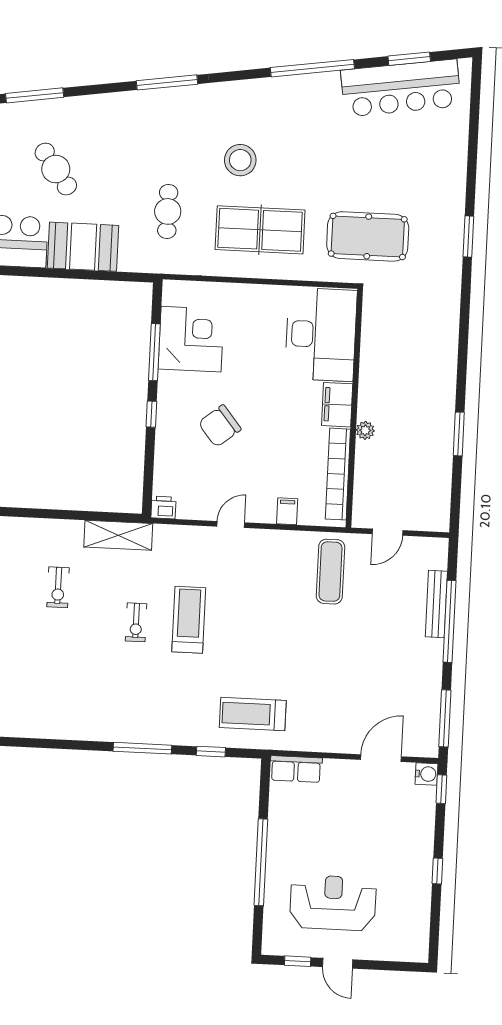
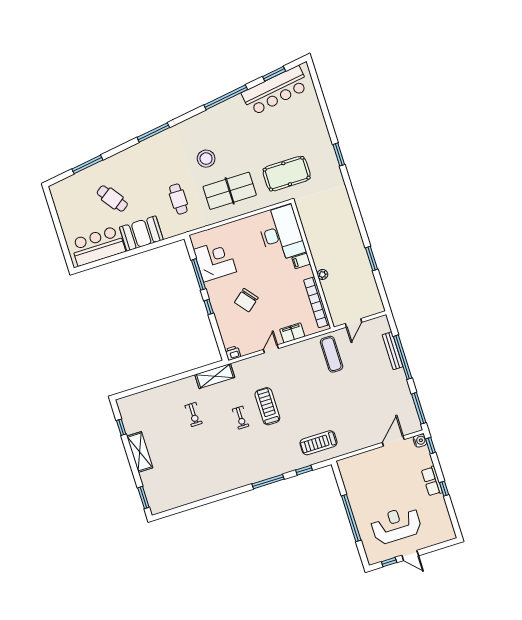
filing cabinet: (337, 405) -> (301, 261), width x0.50
filing cabinet: (287, 511) -> (292, 333), width x2.00
row of seats: (296, 769) -> (432, 481), moved, turned 90

